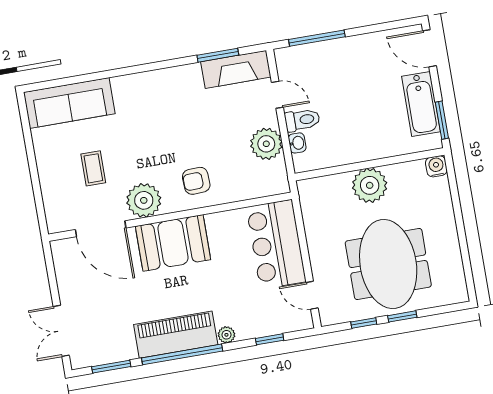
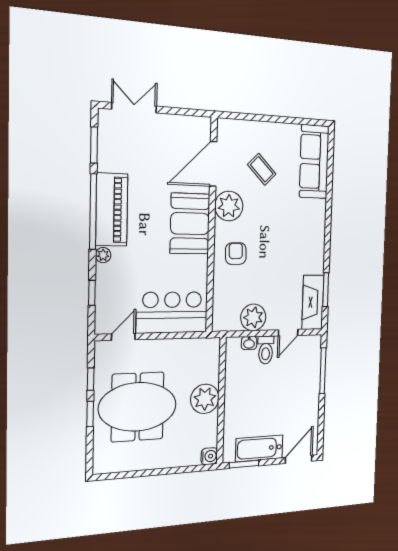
coffee table: (93, 168) -> (262, 169), turned 45

